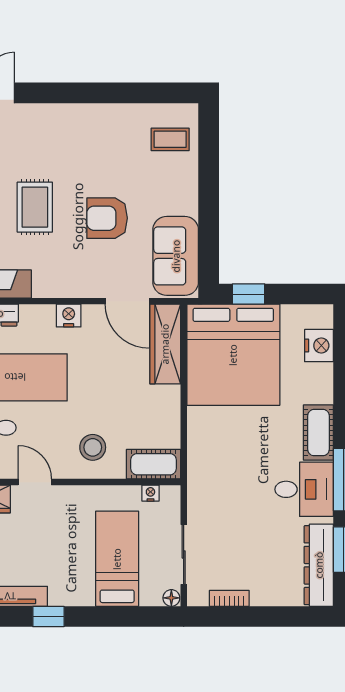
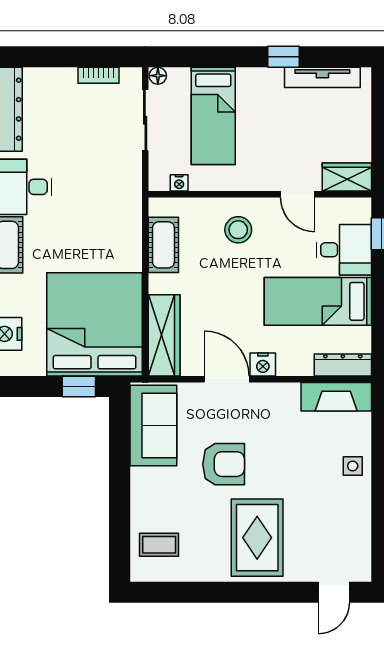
rug: (35, 207) -> (257, 538), moved, width x1.36, depth x1.43
door: (127, 301) -> (227, 379), moved
cot: (153, 464) -> (163, 245), moved, turned 90

